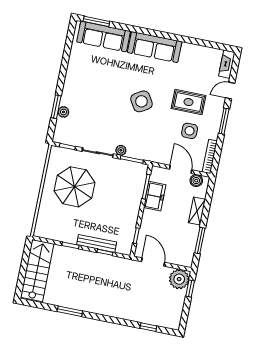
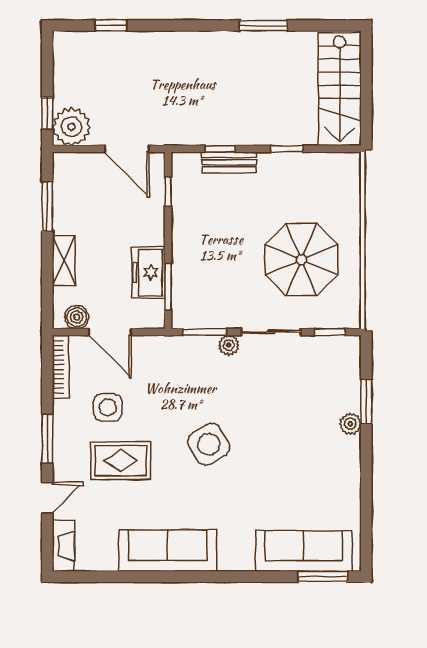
sofa: (155, 47) -> (168, 551), moved
plant: (63, 112) -> (350, 424), moved
bench: (97, 243) -> (229, 162), width x0.73

